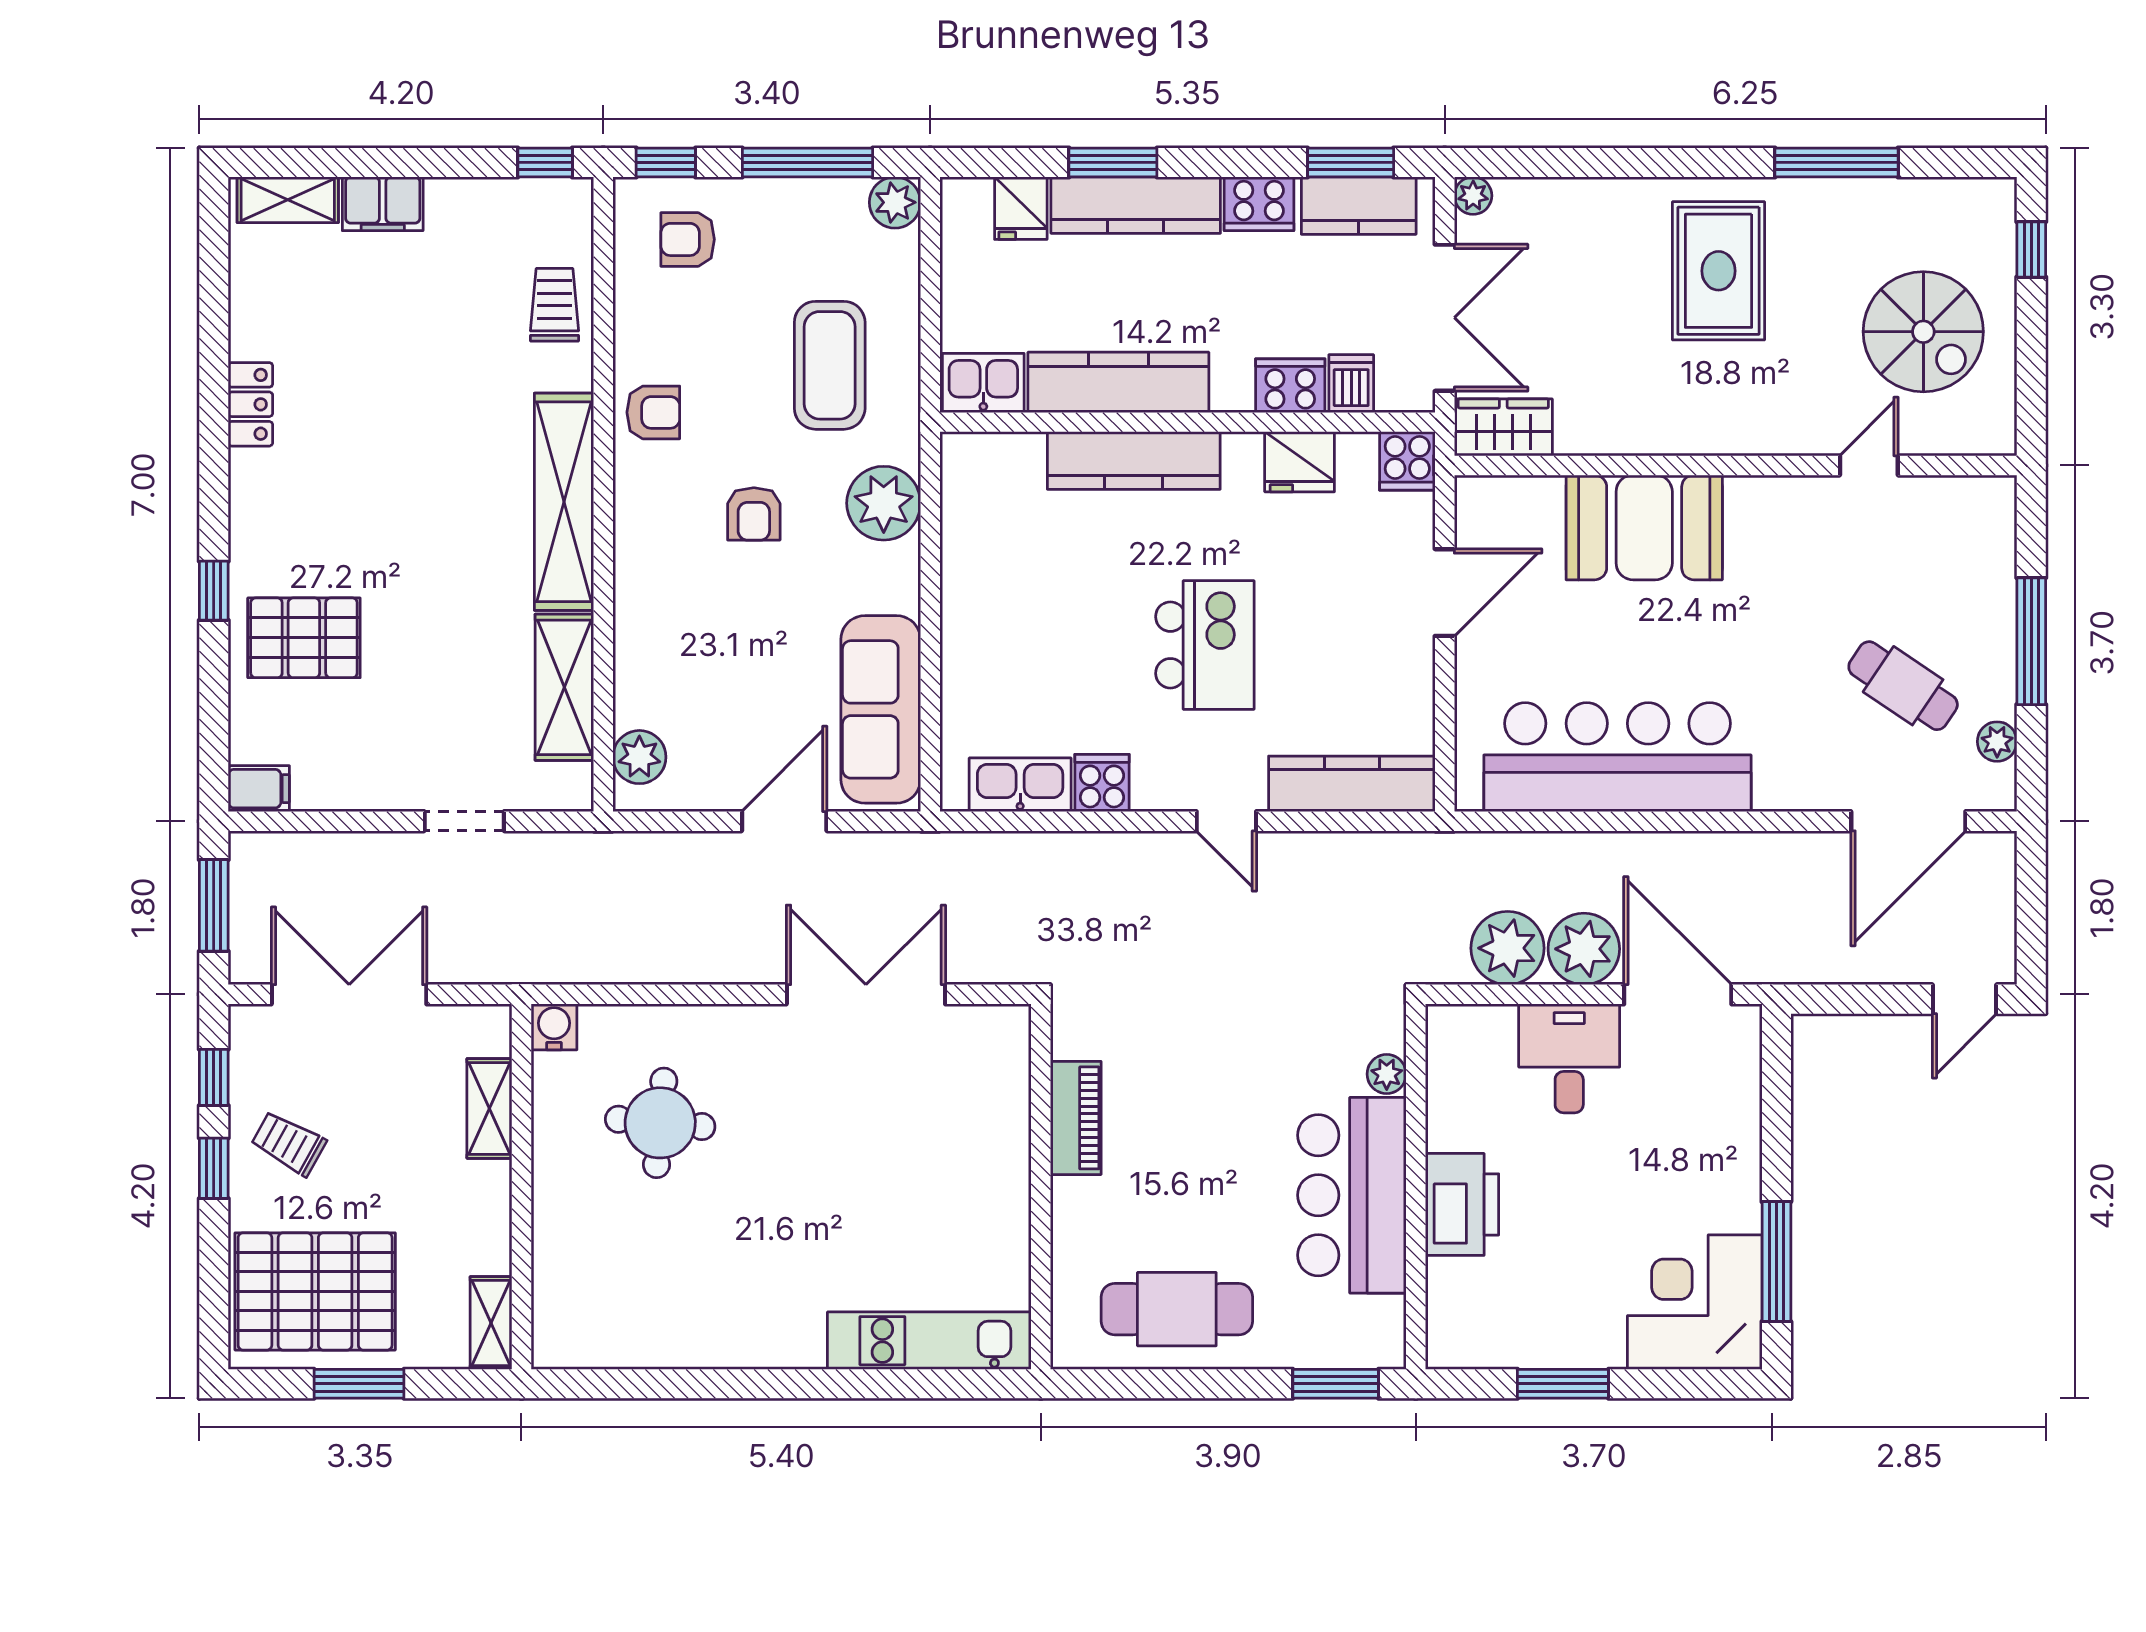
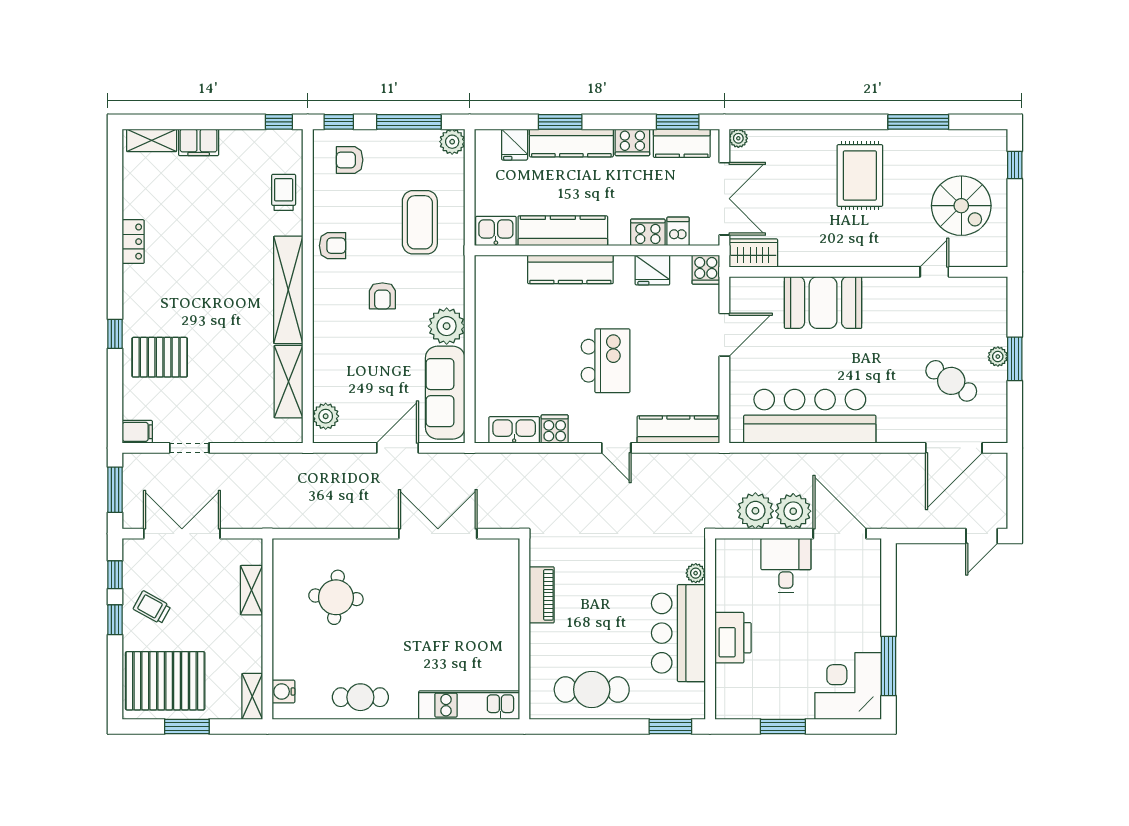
plant: (884, 503) -> (447, 326), moved
window: (2031, 641) -> (1015, 359), width x0.69
plant: (1997, 742) -> (998, 357), moved
doorway: (464, 821) -> (189, 448), moved
water cooler: (554, 1027) -> (283, 691), moved, turned -90
cafe table: (710, 1325) -> (360, 697), added

